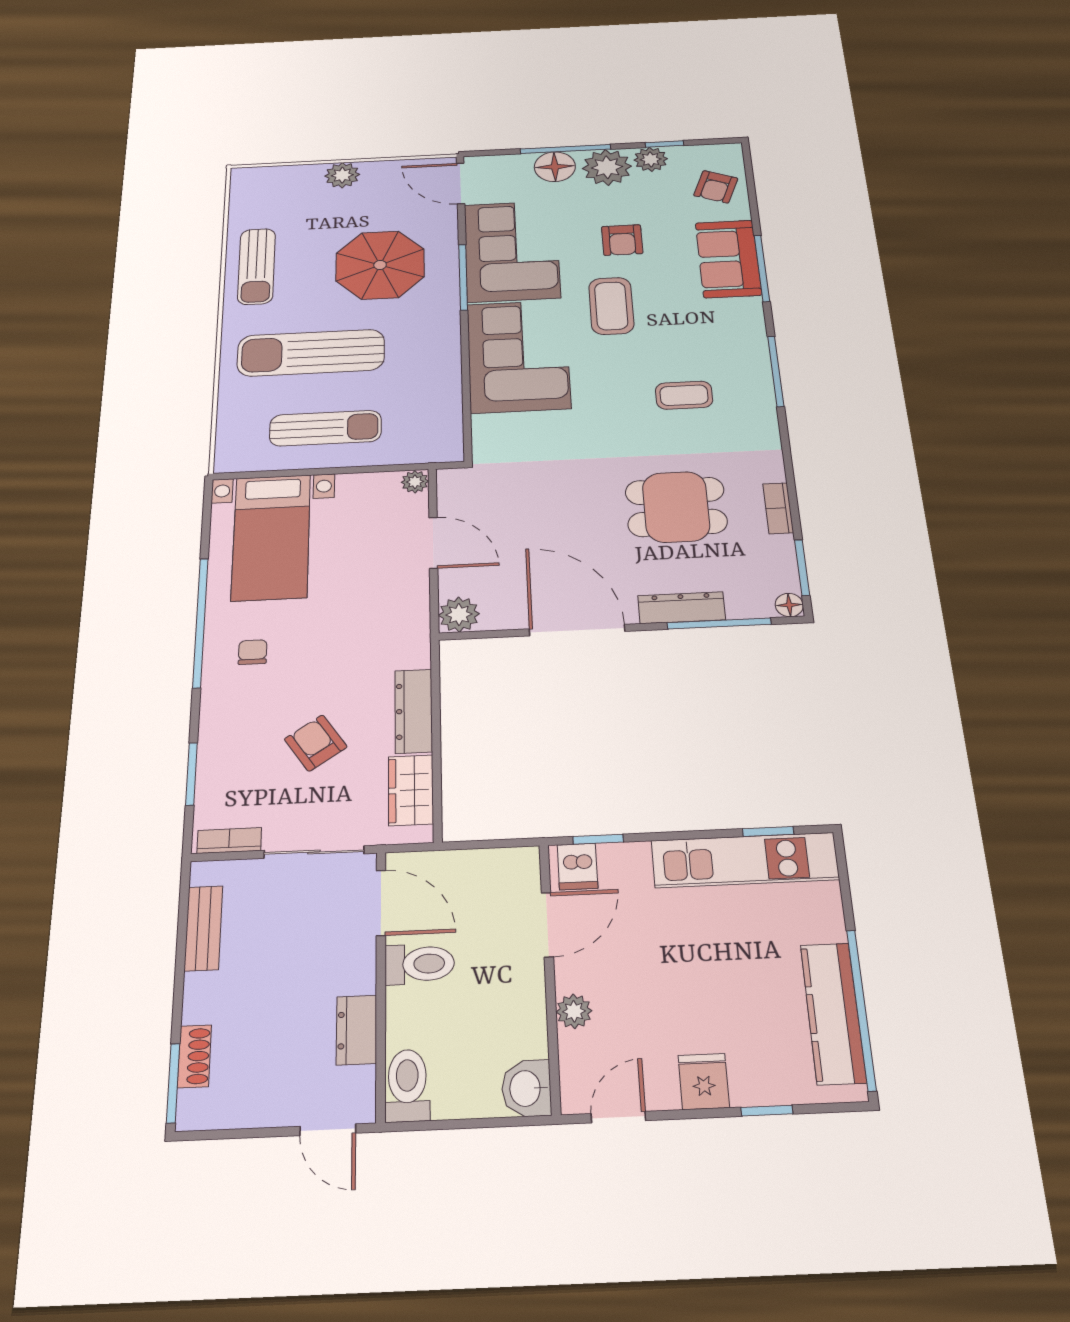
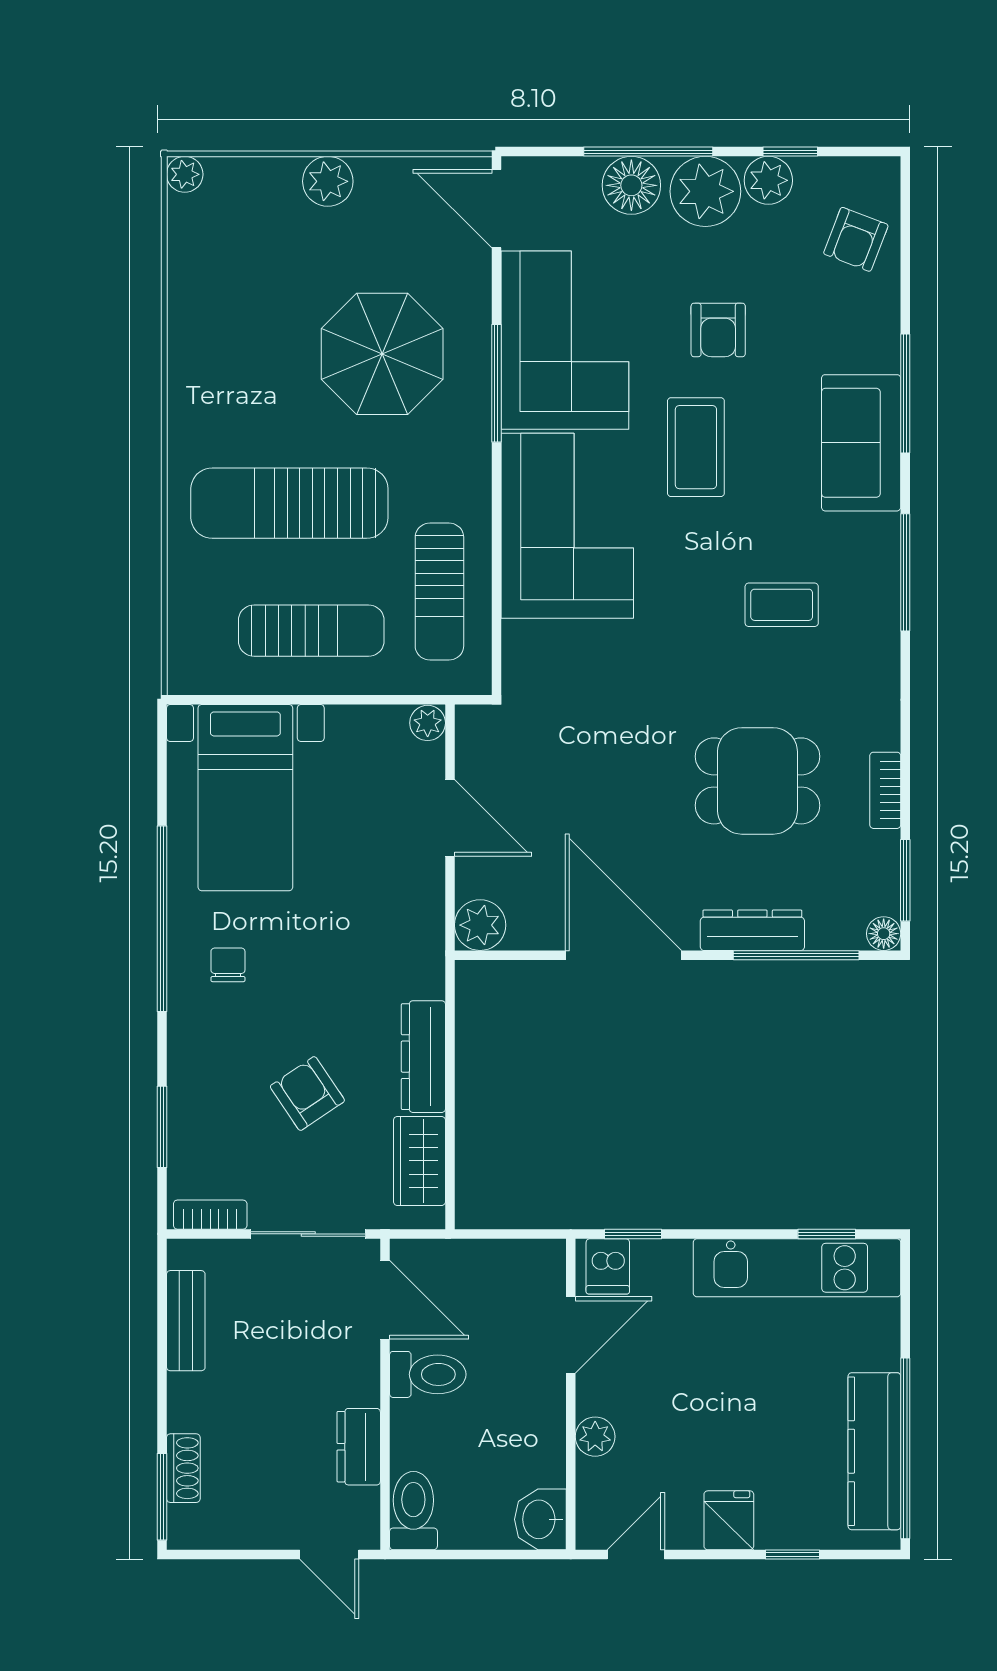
plant: (243, 177) -> (185, 174), added
sofa: (728, 259) -> (861, 443), moved
sun lounger: (257, 266) -> (439, 592), moved

